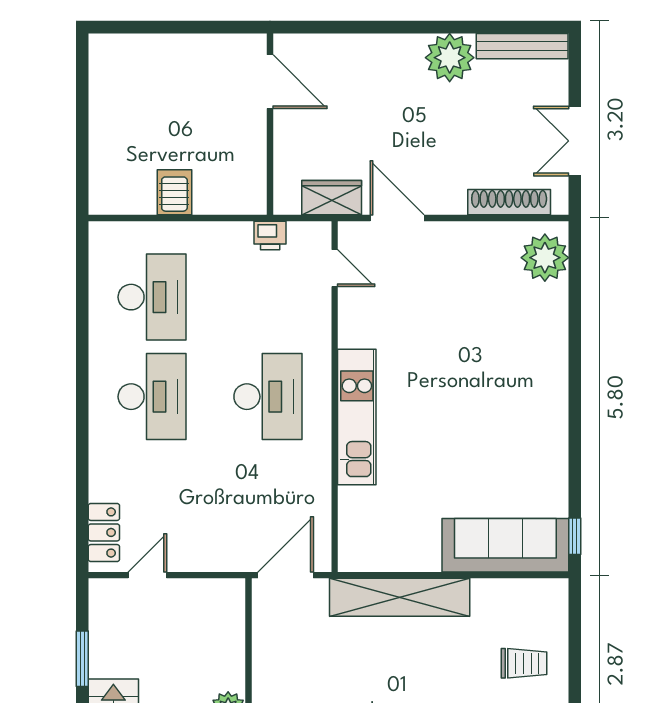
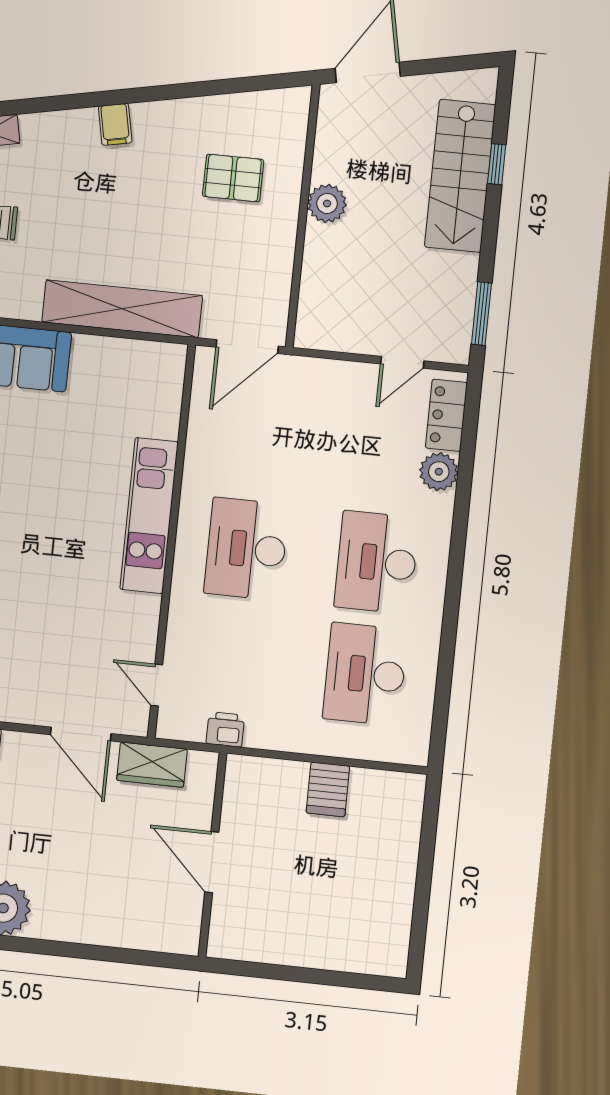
door: (270, 82) -> (212, 862), moved
plant: (105, 482) -> (439, 472), added
window: (82, 659) -> (481, 314), moved

